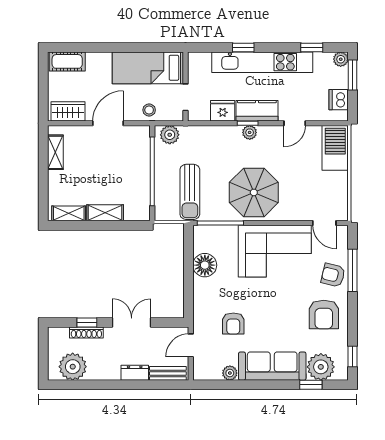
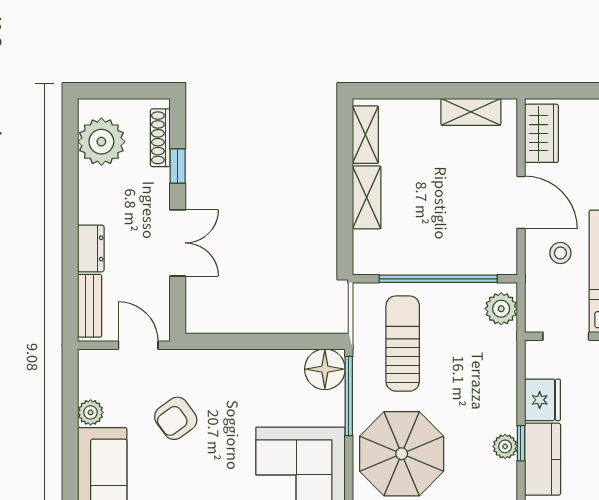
stool: (149, 110) -> (560, 253), moved
sun lounger: (190, 192) -> (403, 344), turned 90
floor lamp: (205, 265) -> (325, 369), moved
armchair: (233, 324) -> (176, 418), turned -36
shoe rack: (86, 333) -> (160, 138), moved

